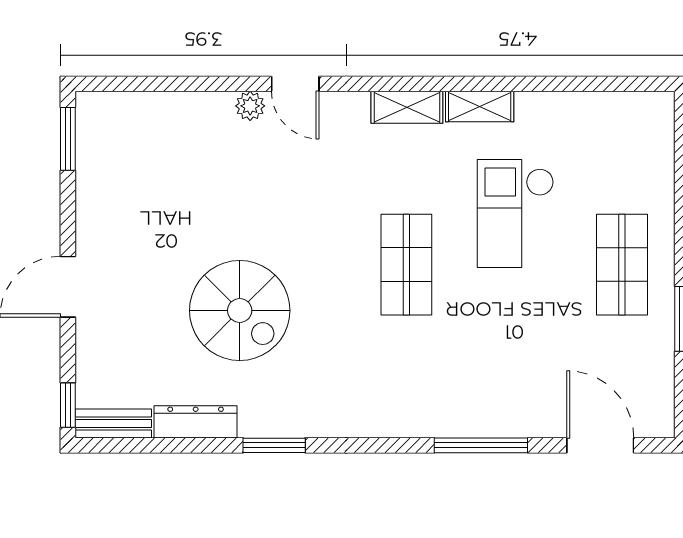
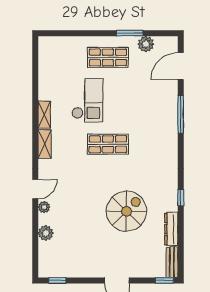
plant: (186, 110) -> (46, 233), added
window: (68, 139) -> (57, 280), width x0.67
checkout: (515, 213) -> (87, 100), turned -90
plant: (655, 359) -> (146, 44), added
window: (274, 445) -> (181, 197), width x0.67

